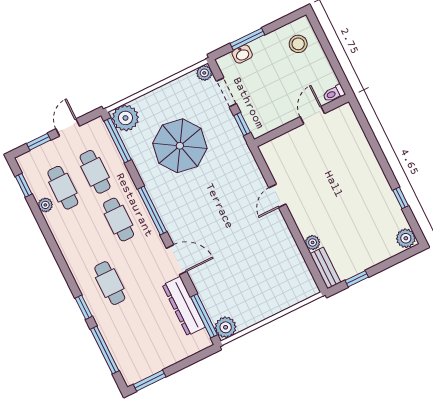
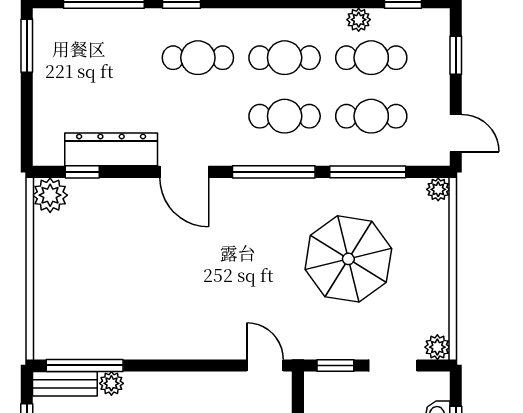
plant: (125, 118) -> (438, 189), width x0.53, depth x0.53
door: (68, 127) -> (456, 133), moved
window: (118, 140) -> (368, 172), moved
door: (277, 196) -> (265, 365), moved
cafe table: (86, 235) -> (285, 58), added
door: (176, 260) -> (184, 172), hinge flipped
window: (310, 262) -> (85, 365), added
window: (204, 316) -> (82, 172), width x0.46

